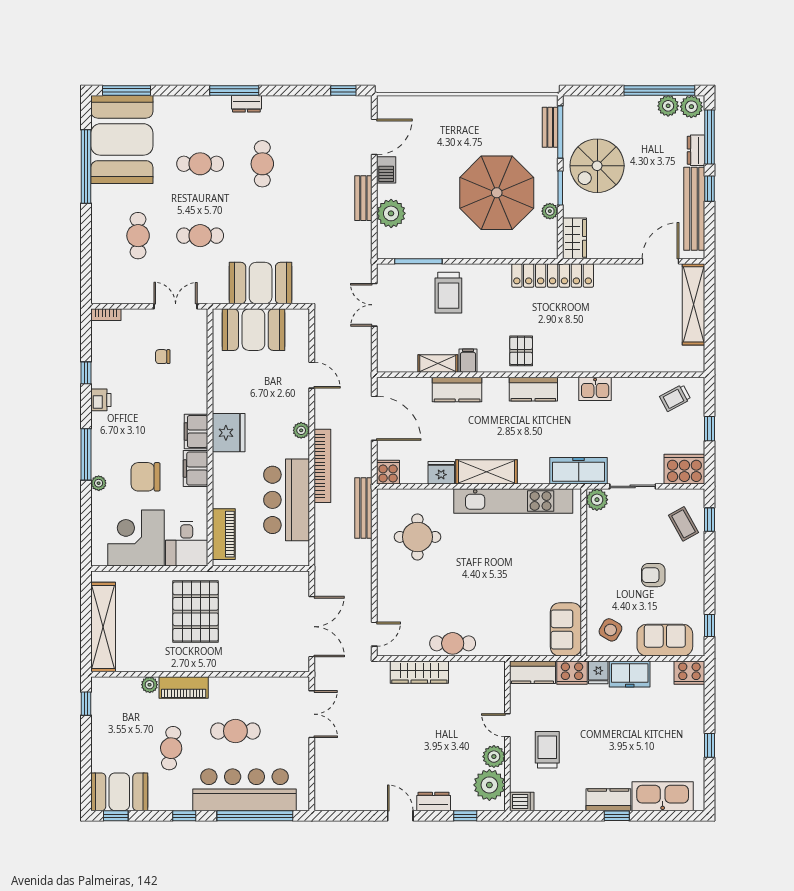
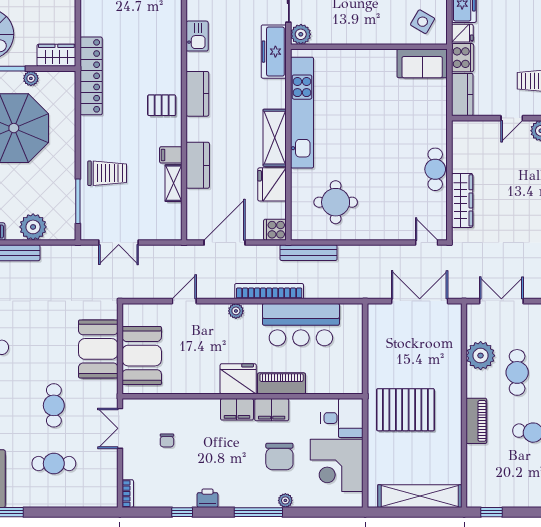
fridge: (441, 473) -> (272, 184), width x1.36, depth x1.34
piano: (224, 534) -> (282, 383), moved
plant: (150, 685) -> (481, 356), moved, width x1.87, depth x1.87

